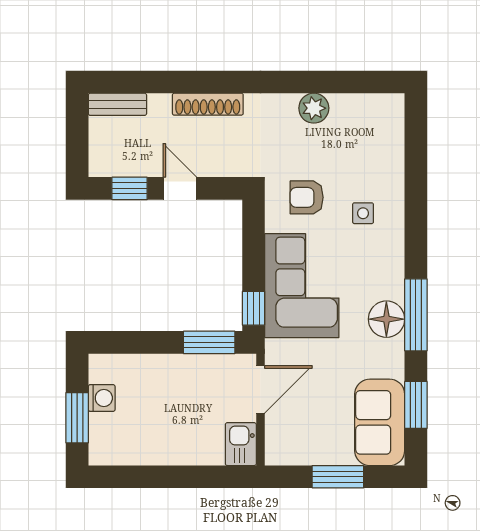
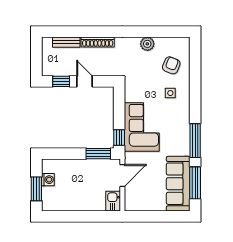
bench: (117, 104) -> (66, 42), moved
armchair: (307, 197) -> (171, 65), moved, turned 112
floor lamp: (386, 319) -> (181, 143), removed
window: (416, 405) -> (195, 183), width x1.44
sofa: (380, 422) -> (178, 184), width x1.36
window: (338, 477) -> (159, 216), removed

